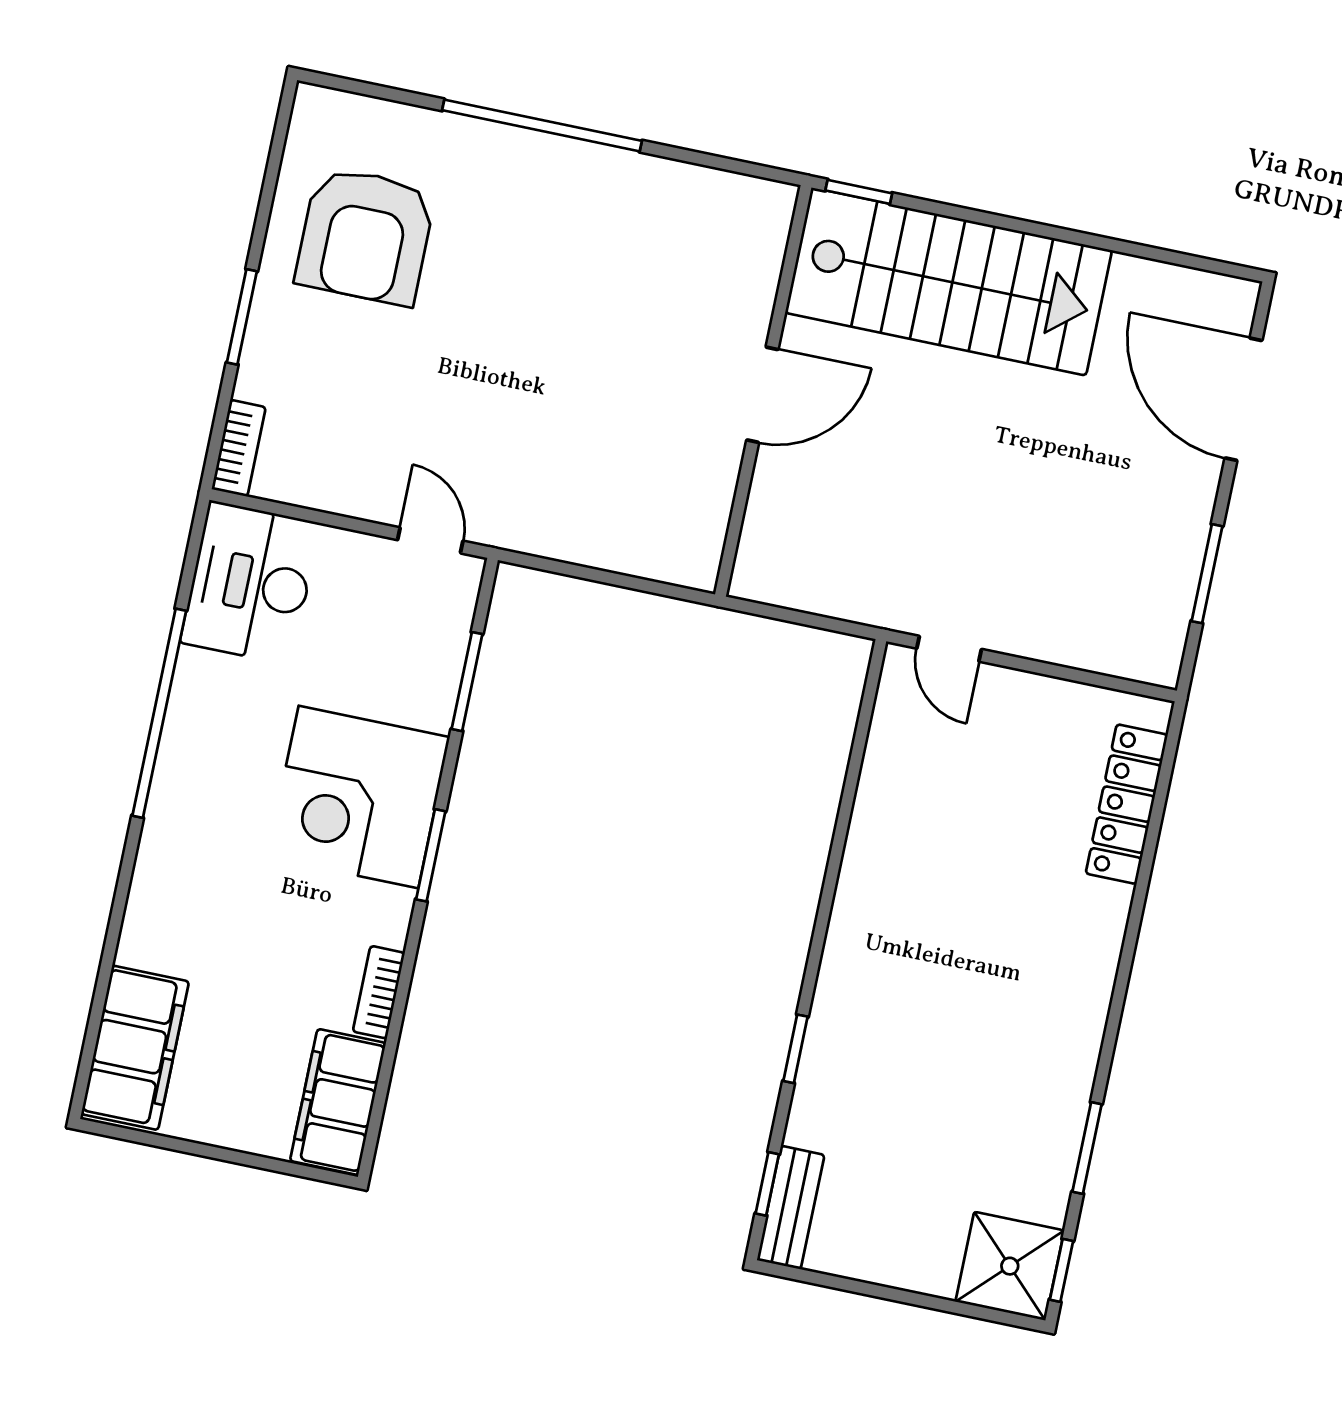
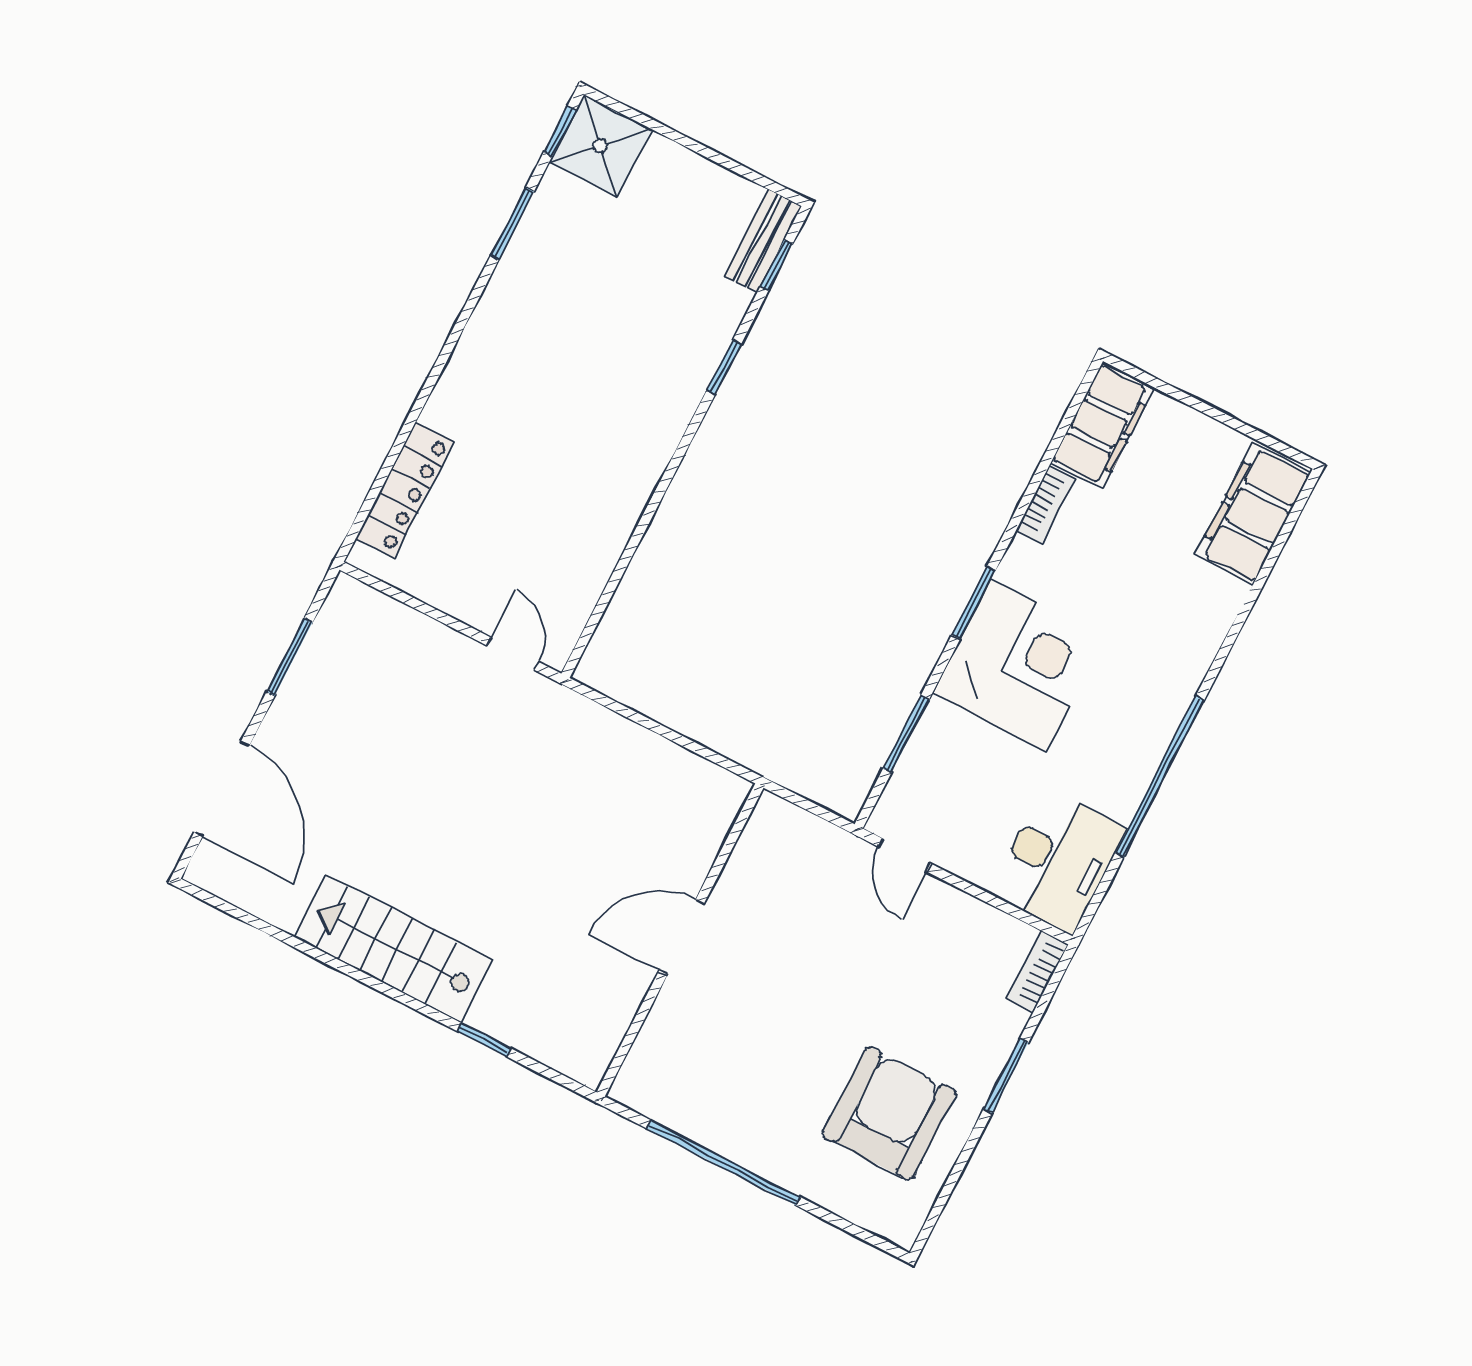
stairs: (949, 281) -> (394, 948), width x0.73, depth x0.66
wall: (763, 391) -> (680, 940), moved
door: (762, 395) -> (681, 937), moved

